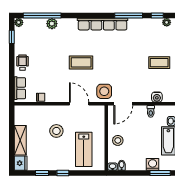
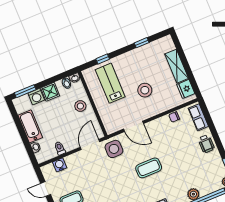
fridge: (21, 163) -> (186, 89), moved
shower: (139, 164) -> (50, 92), added
window: (63, 173) -> (103, 59), moved

